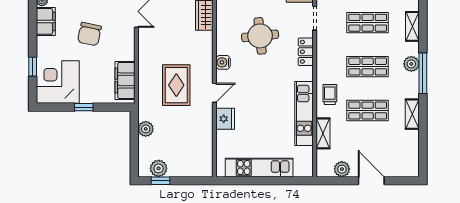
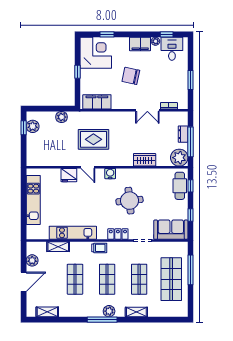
trolley: (330, 95) -> (99, 248), moved
shelving: (412, 114) -> (47, 312), moved

